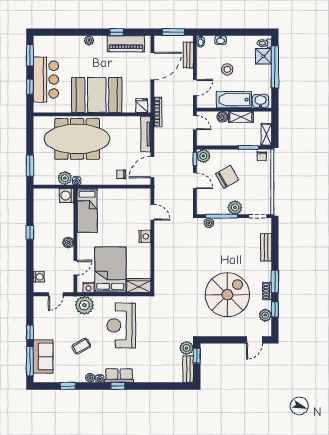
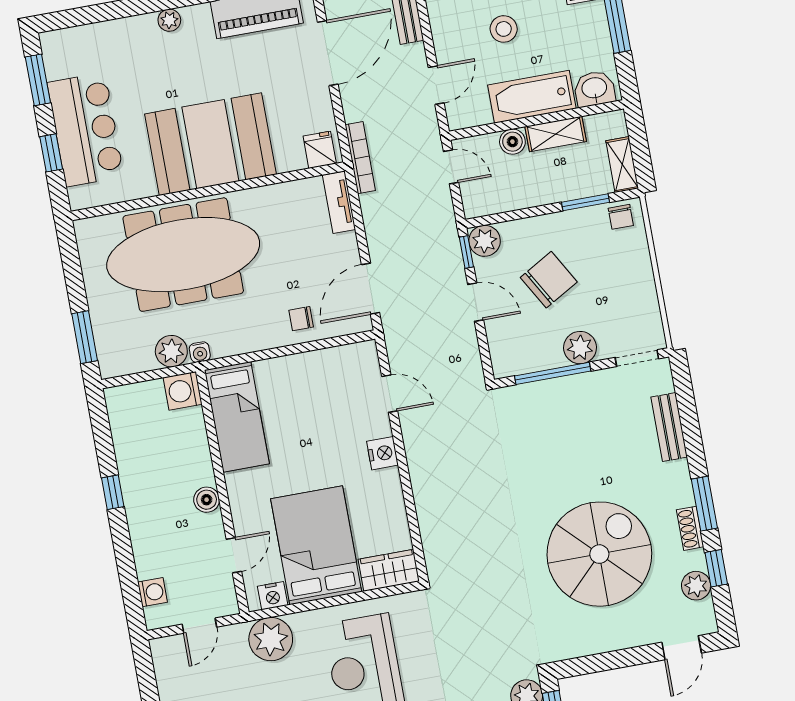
tv unit: (146, 134) -> (339, 202), width x0.71
plant: (209, 223) -> (526, 395), removed

